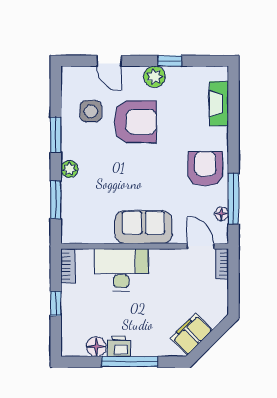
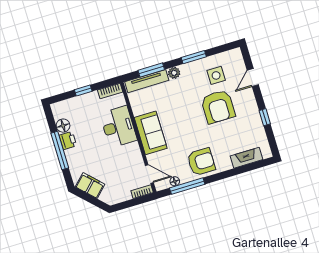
plant: (155, 77) -> (251, 110), removed
tv unit: (69, 211) -> (147, 81), added
door: (201, 246) -> (149, 174), hinge flipped

